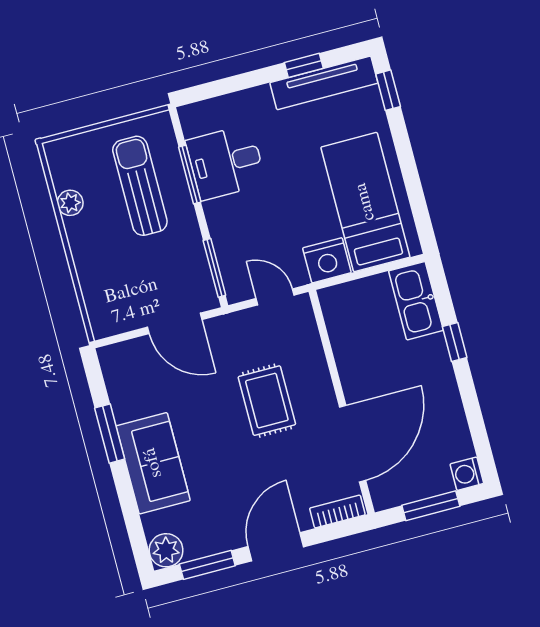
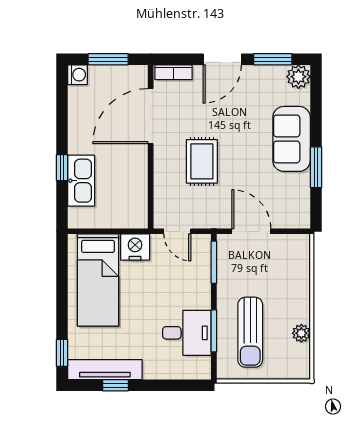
kitchen sink: (416, 301) -> (81, 181), moved

